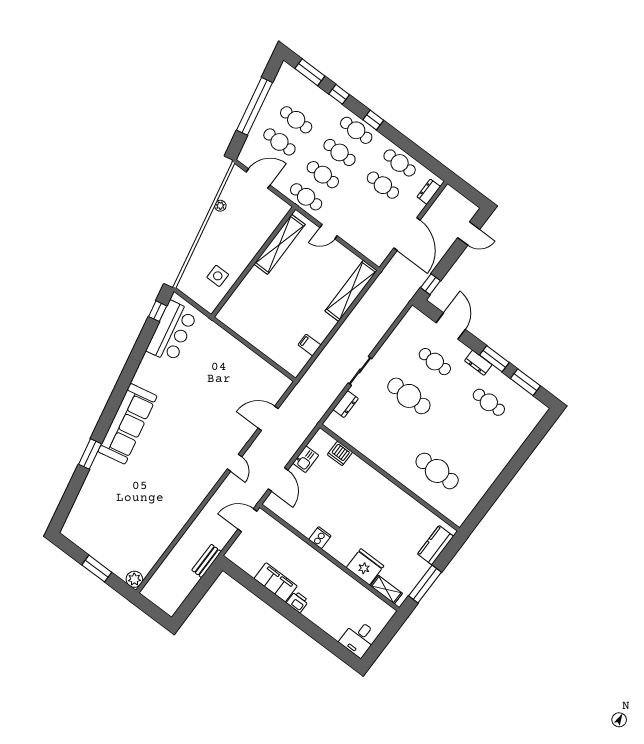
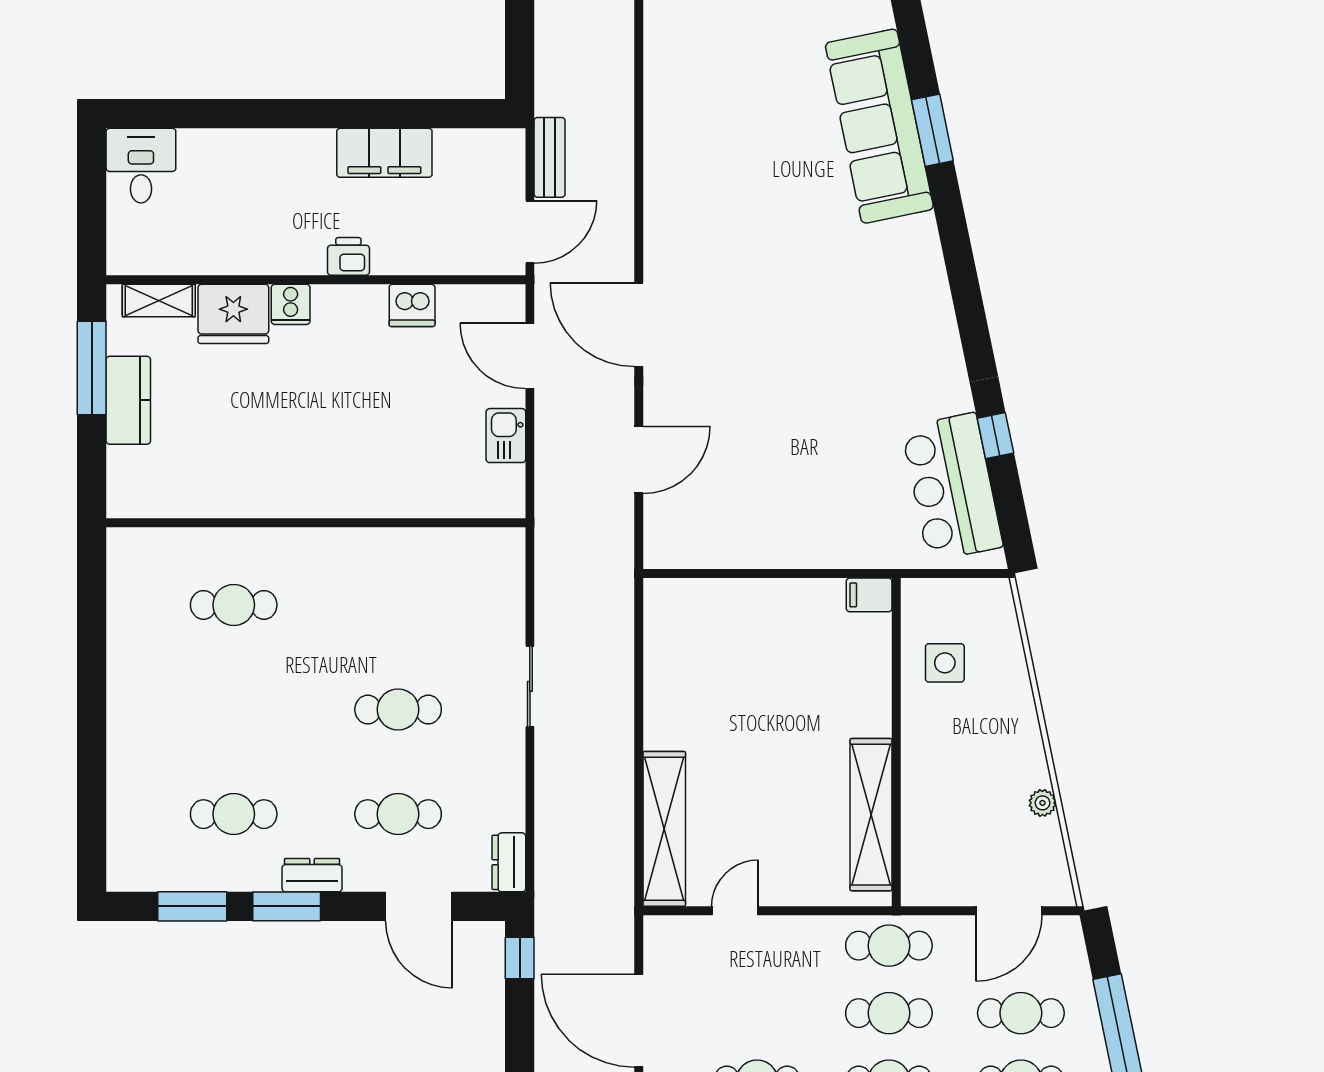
door: (328, 232) -> (735, 911), moved
window: (158, 311) -> (995, 436), moved
filing cabinet: (309, 345) -> (869, 595), moved, turned 180
cafe table: (409, 396) -> (398, 710), width x0.73, depth x0.74
dresser: (346, 404) -> (509, 862), moved
sofa: (128, 424) -> (879, 126), moved
dishwasher: (340, 453) -> (412, 305), moved, turned 180
door: (235, 463) -> (639, 325), width x1.88
cafe table: (437, 471) -> (234, 605), width x0.73, depth x0.74
cooker: (320, 538) -> (291, 304), moved
kitchen counter: (435, 545) -> (128, 400), moved
bench: (207, 561) -> (550, 157), moved
printer: (298, 602) -> (348, 256), moved, turned 180

